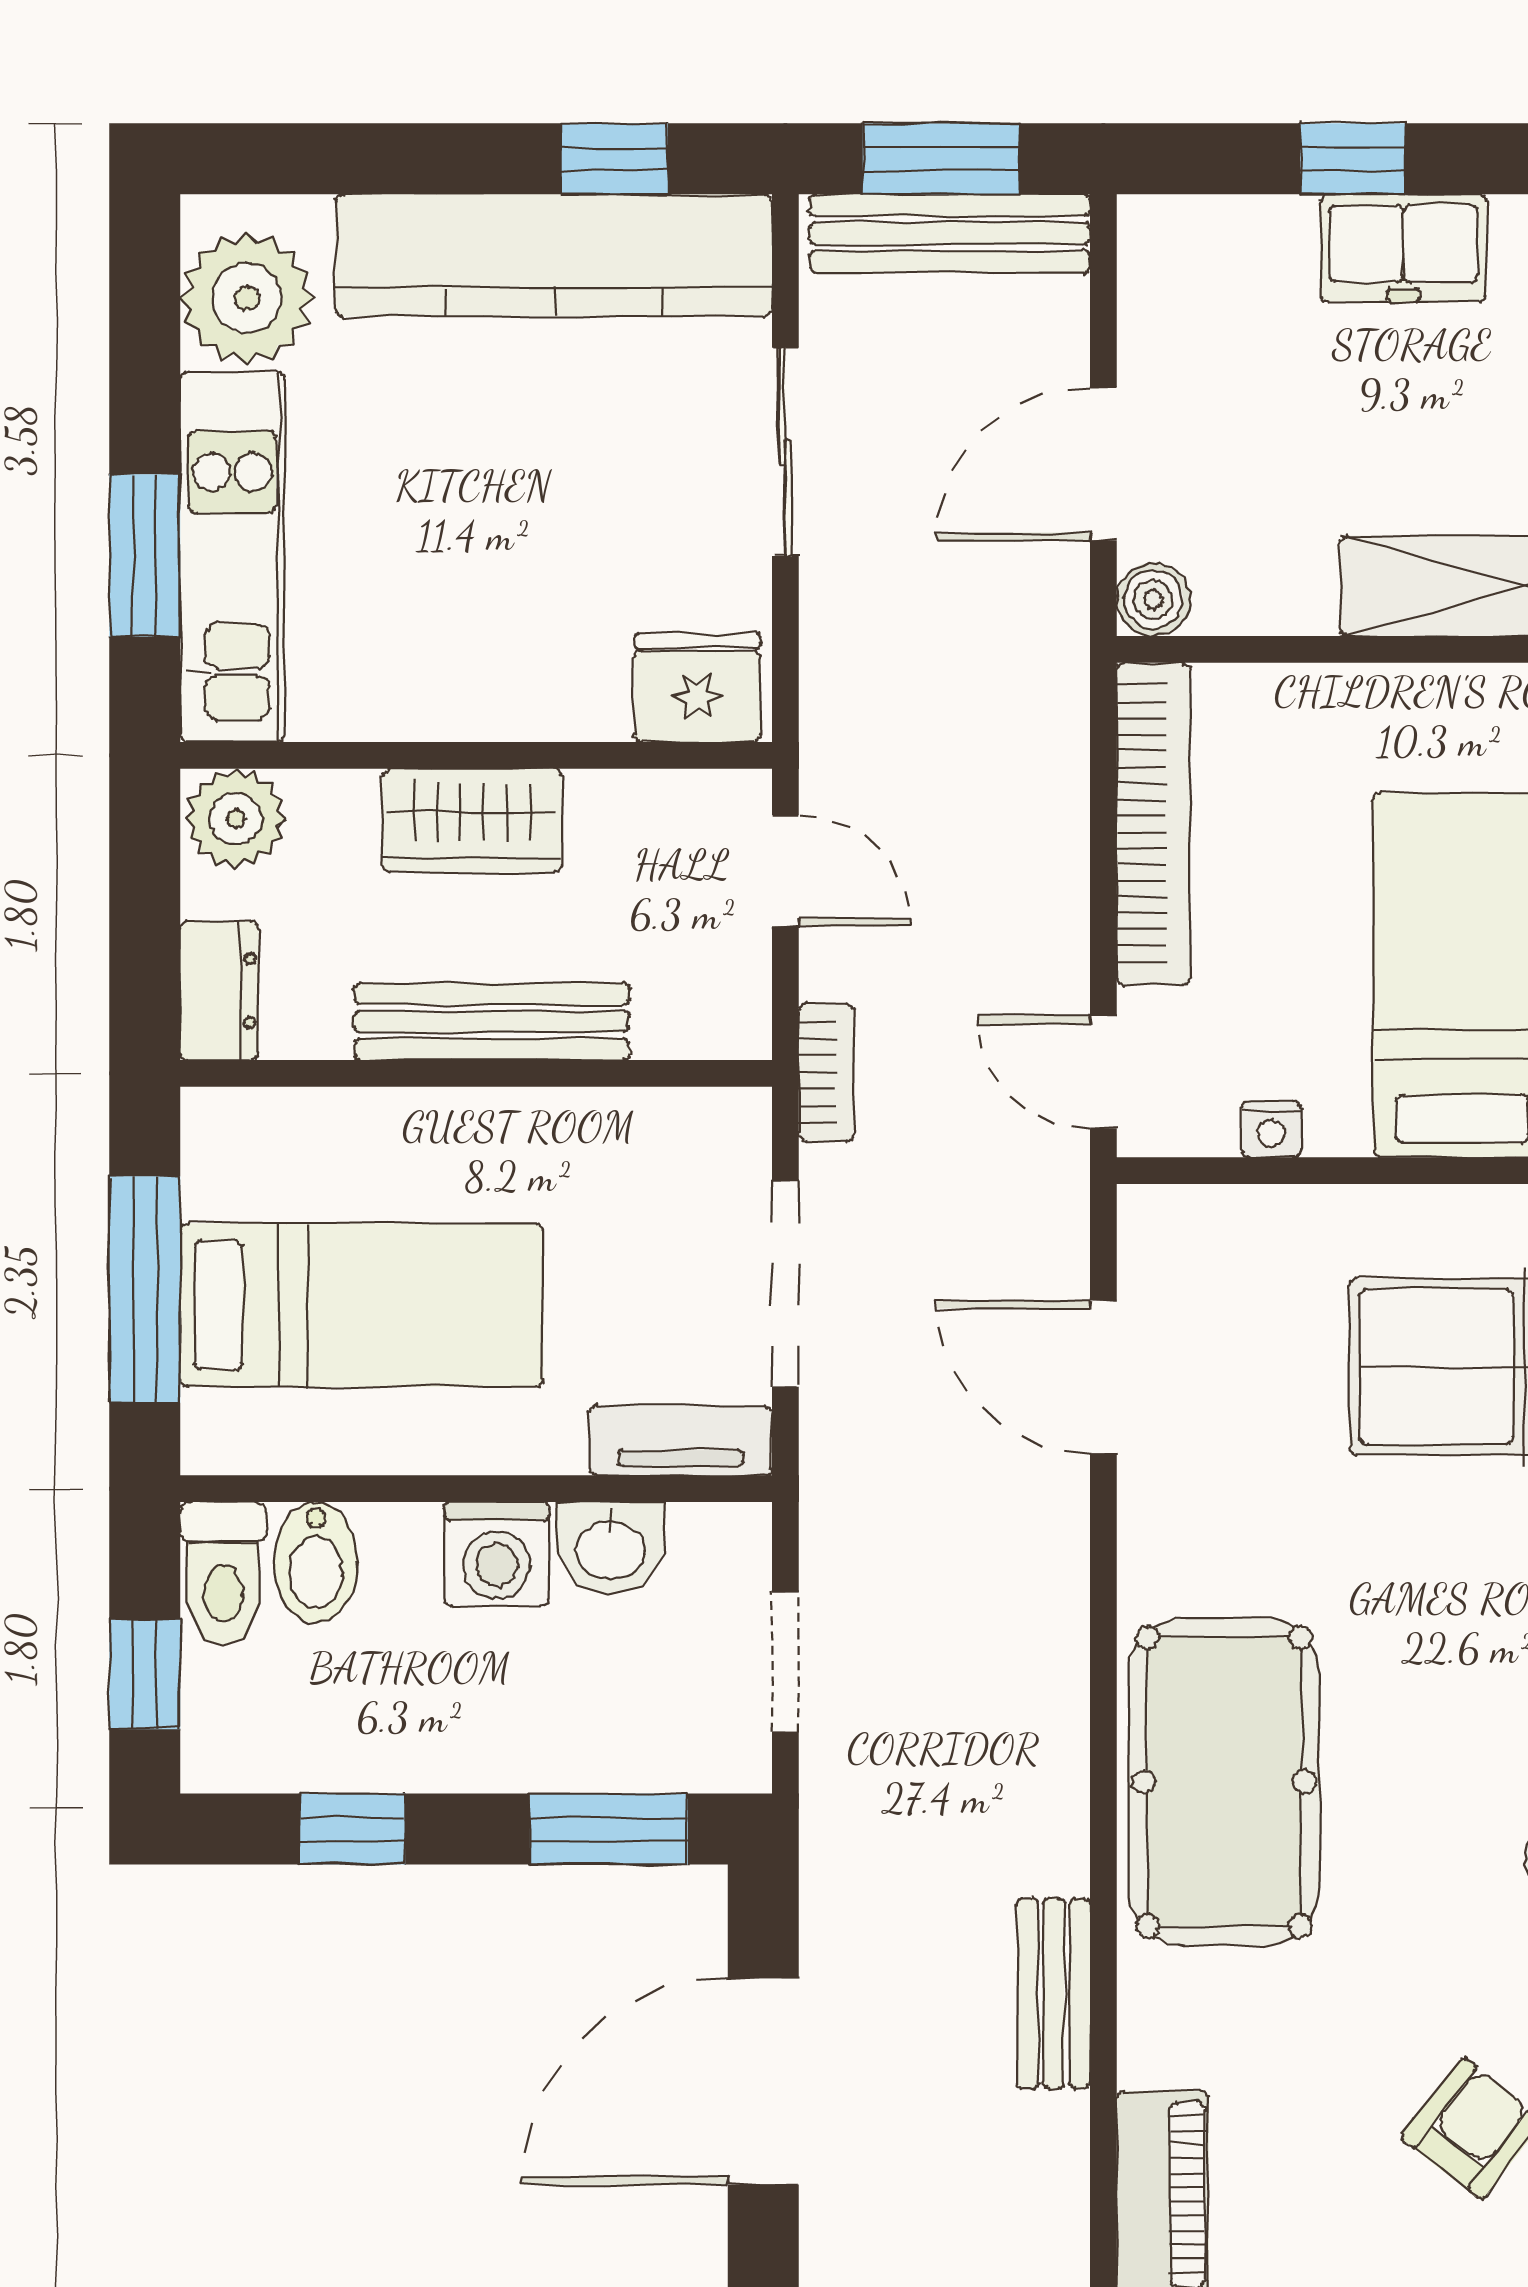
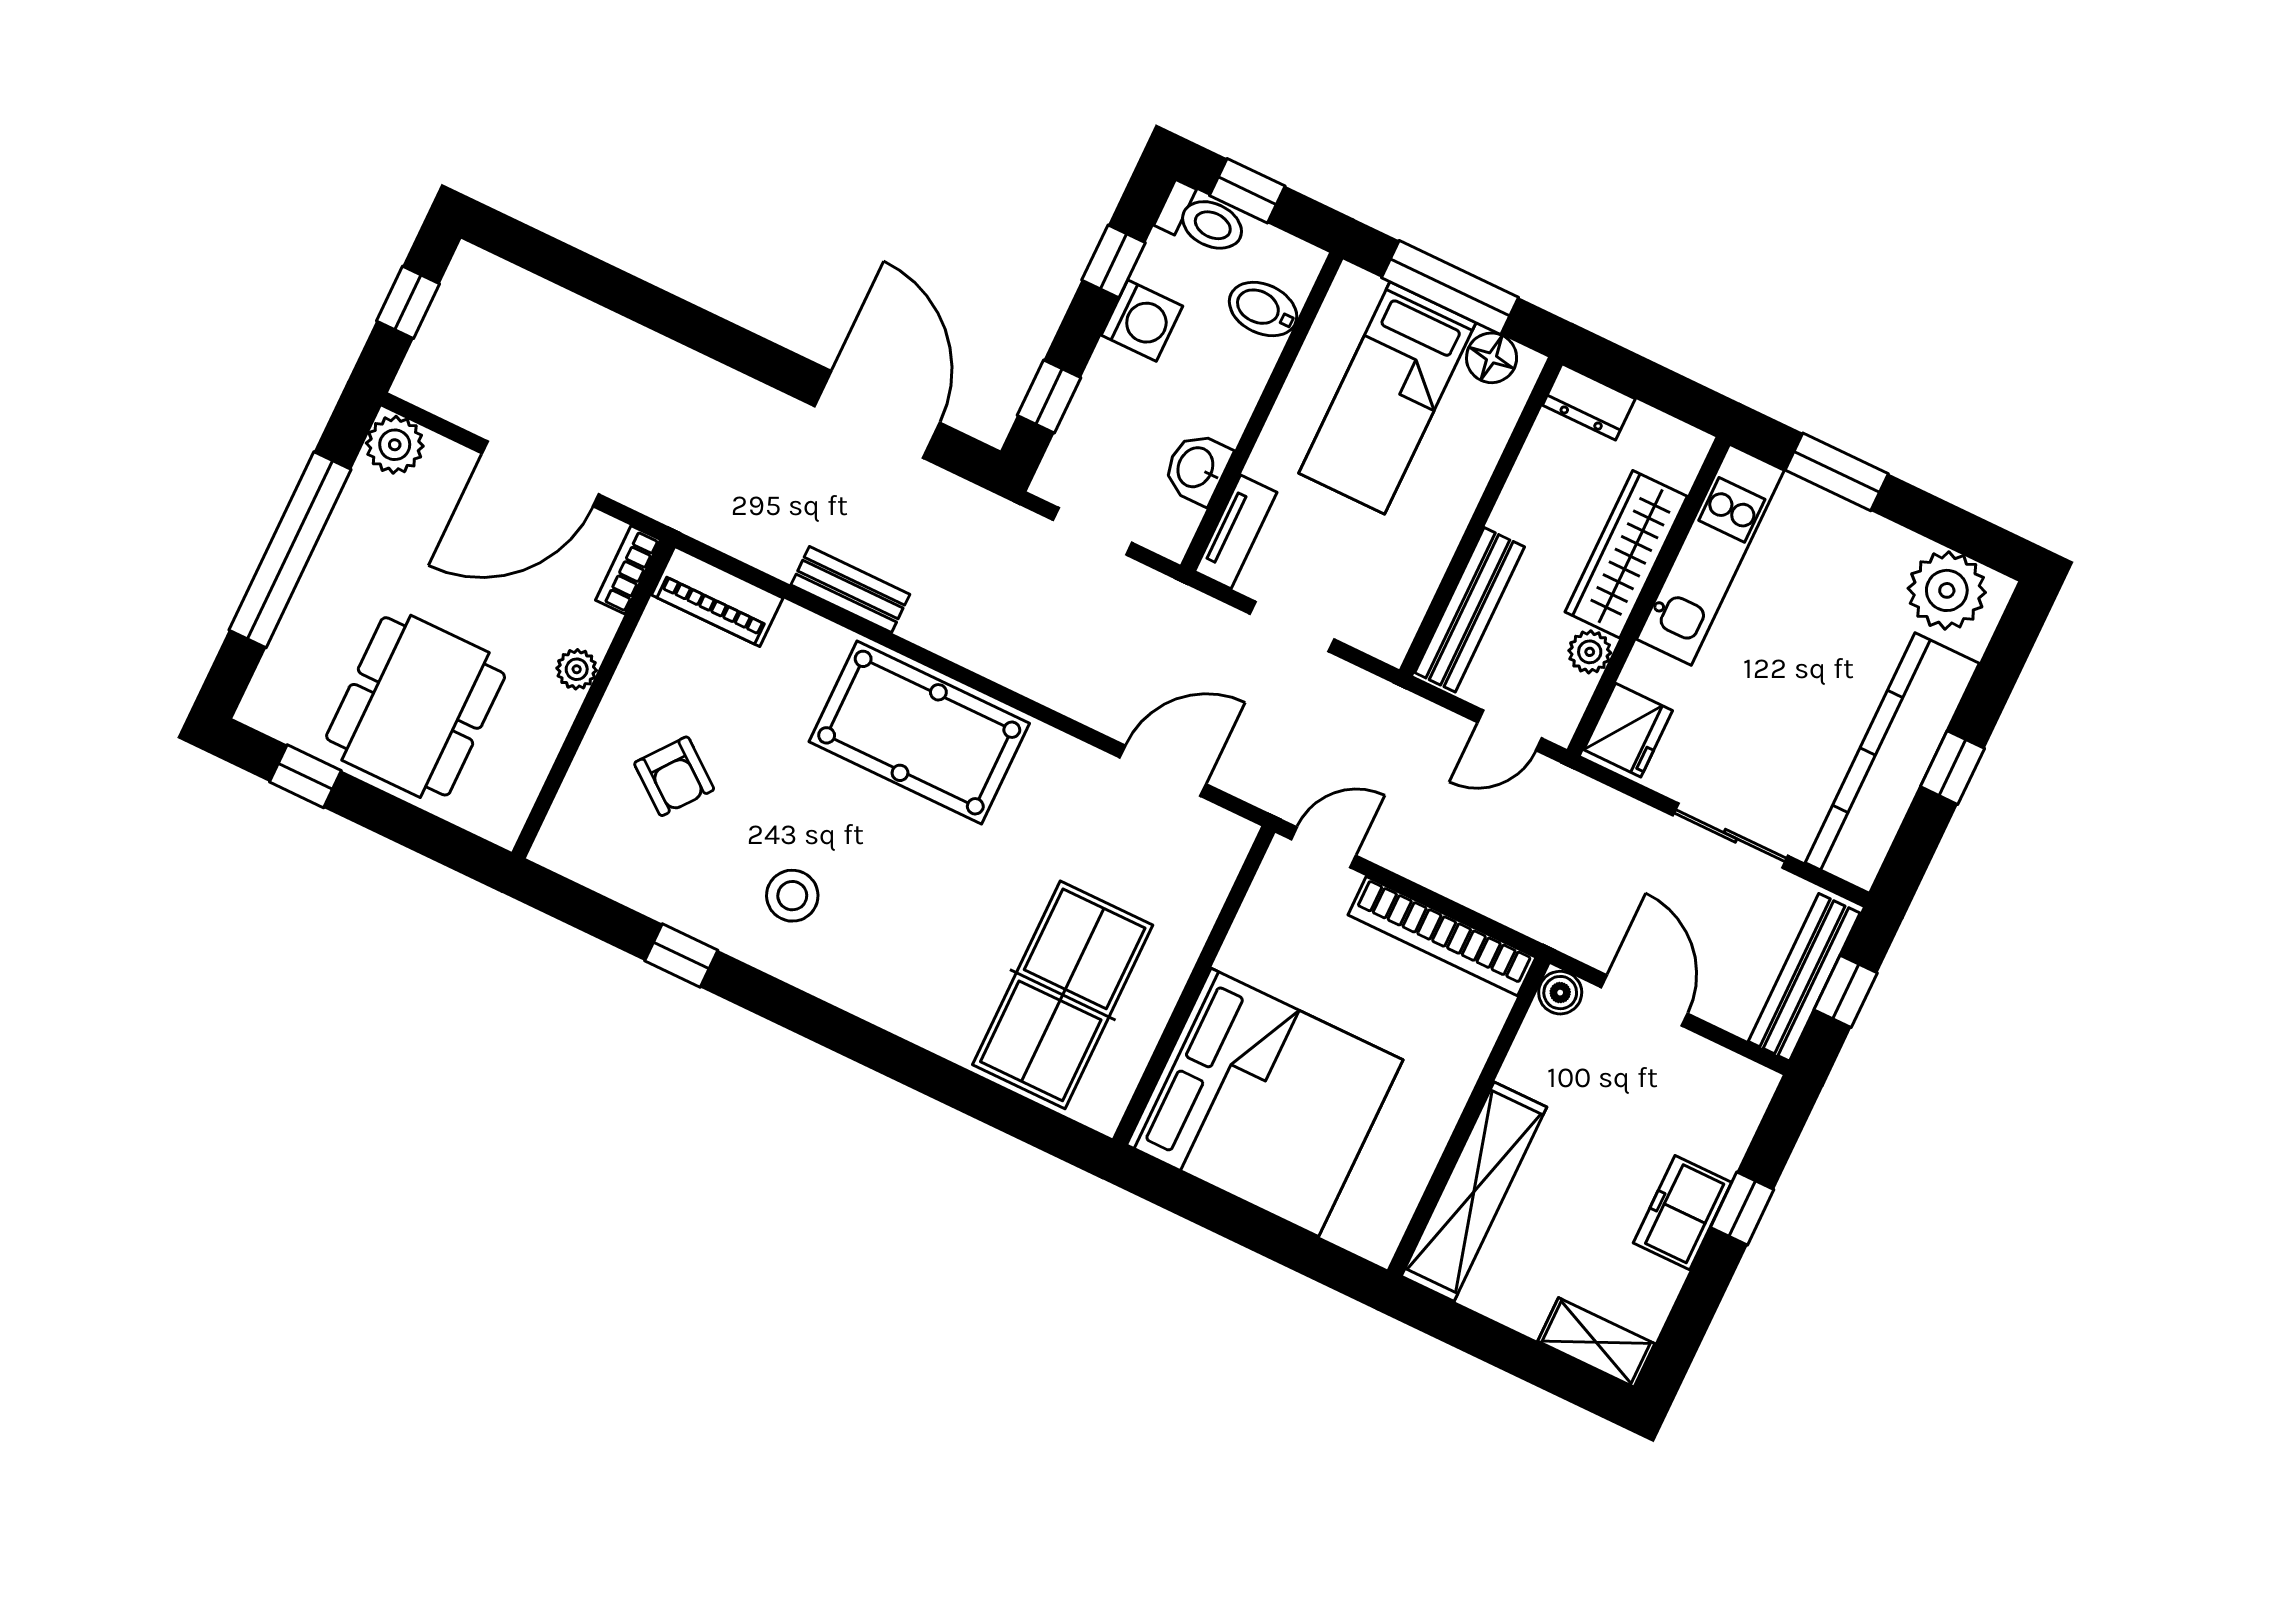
window: (614, 159) -> (1952, 768), moved
window: (941, 159) -> (1846, 991), width x0.67
kitchen unit: (232, 557) -> (1710, 555), moved, turned -90
plant: (236, 819) -> (1590, 652), moved, width x0.73, depth x0.73
wardrobe: (472, 821) -> (1626, 554), width x1.50
bench: (492, 1022) -> (1470, 610), moved
bookcase: (826, 1072) -> (1393, 701), removed
nightstand: (1271, 1129) -> (1251, 921), removed
floor lamp: (223, 1173) -> (1492, 358), added
doorway: (785, 1284) -> (1292, 627), width x0.73
washing machine: (497, 1554) -> (1142, 321), moved, turned 180
toilet: (223, 1573) -> (1202, 220), moved, turned 180
window: (609, 1829) -> (1049, 397), width x0.67

